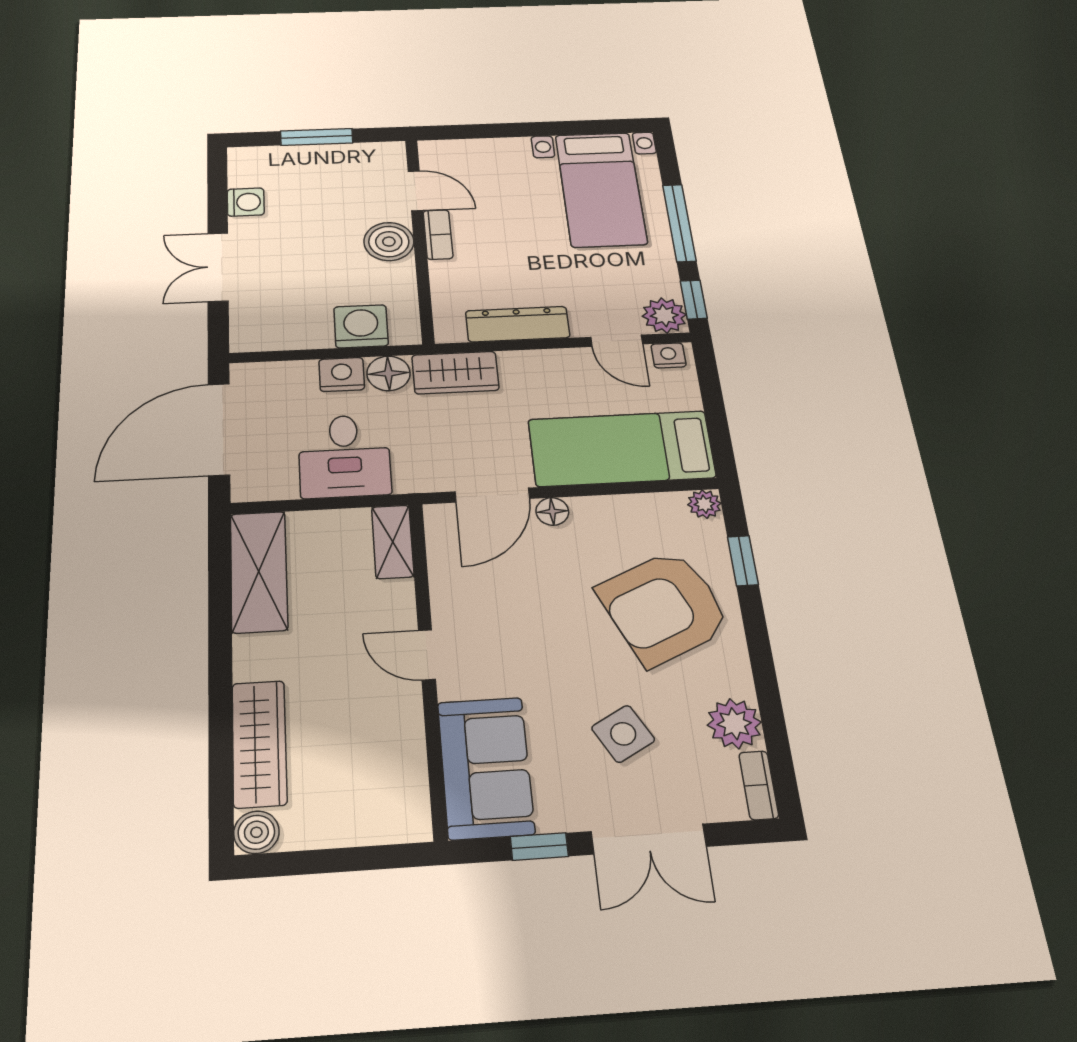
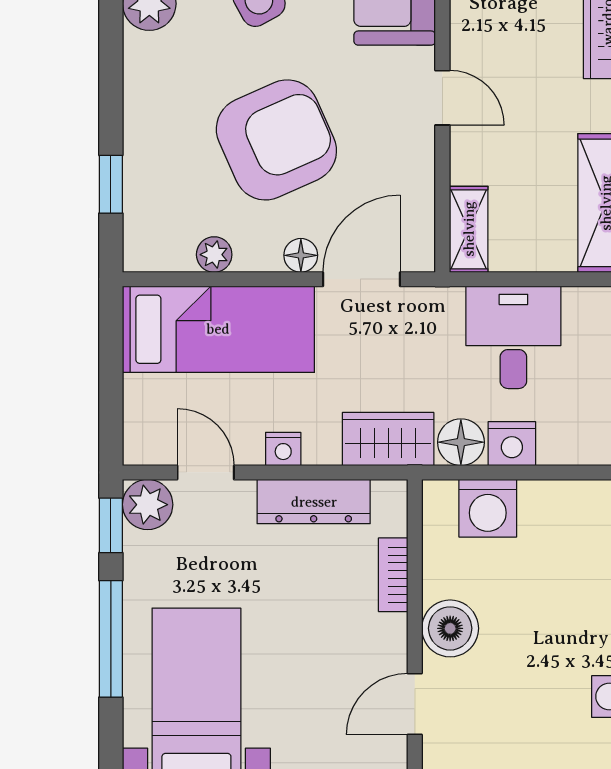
door: (415, 191) -> (415, 704), hinge flipped
bookcase: (438, 234) -> (393, 575), moved
nightstand: (669, 355) -> (283, 449), moved
plant: (704, 504) -> (214, 255), moved
armchair: (664, 607) -> (276, 140), moved

